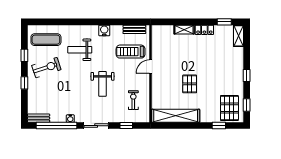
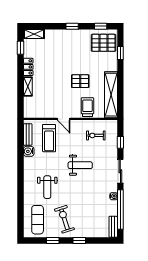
water cooler: (104, 30) -> (29, 151), moved
trolley: (163, 91) -> (87, 107), added

